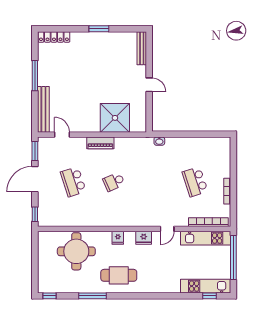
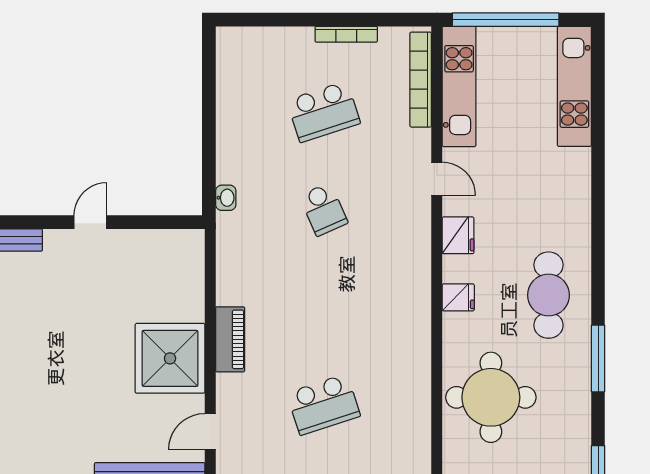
shower: (115, 118) -> (170, 358), moved
school desk: (114, 182) -> (324, 209), moved
window: (209, 296) -> (598, 77), removed

